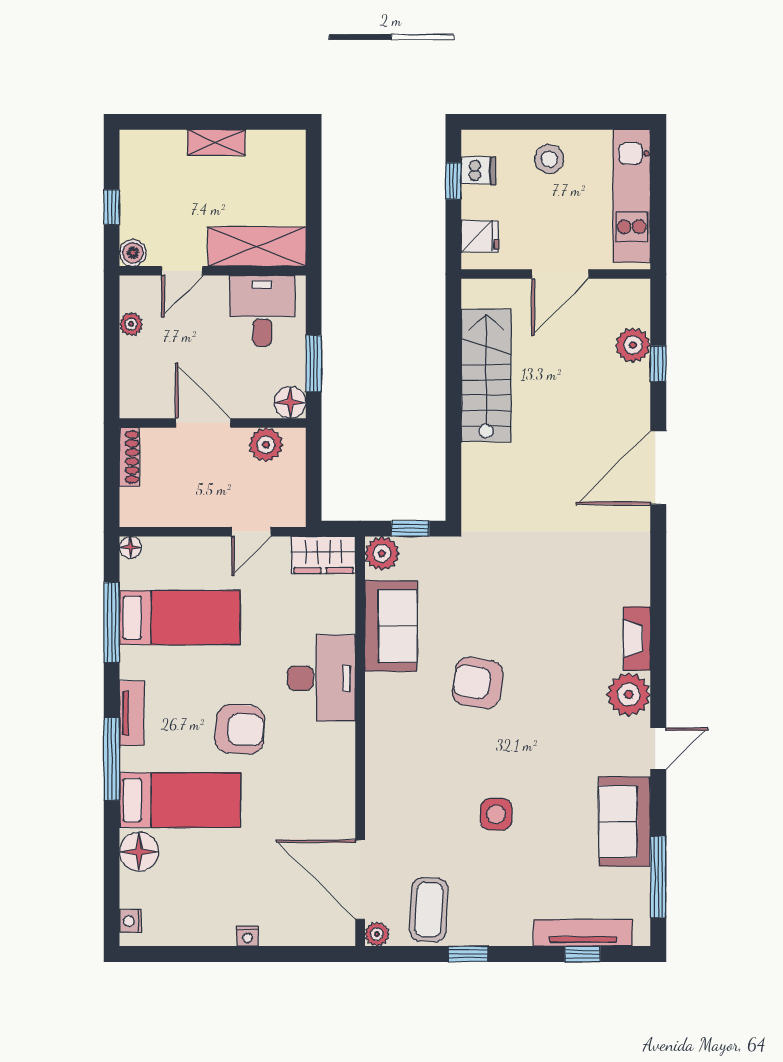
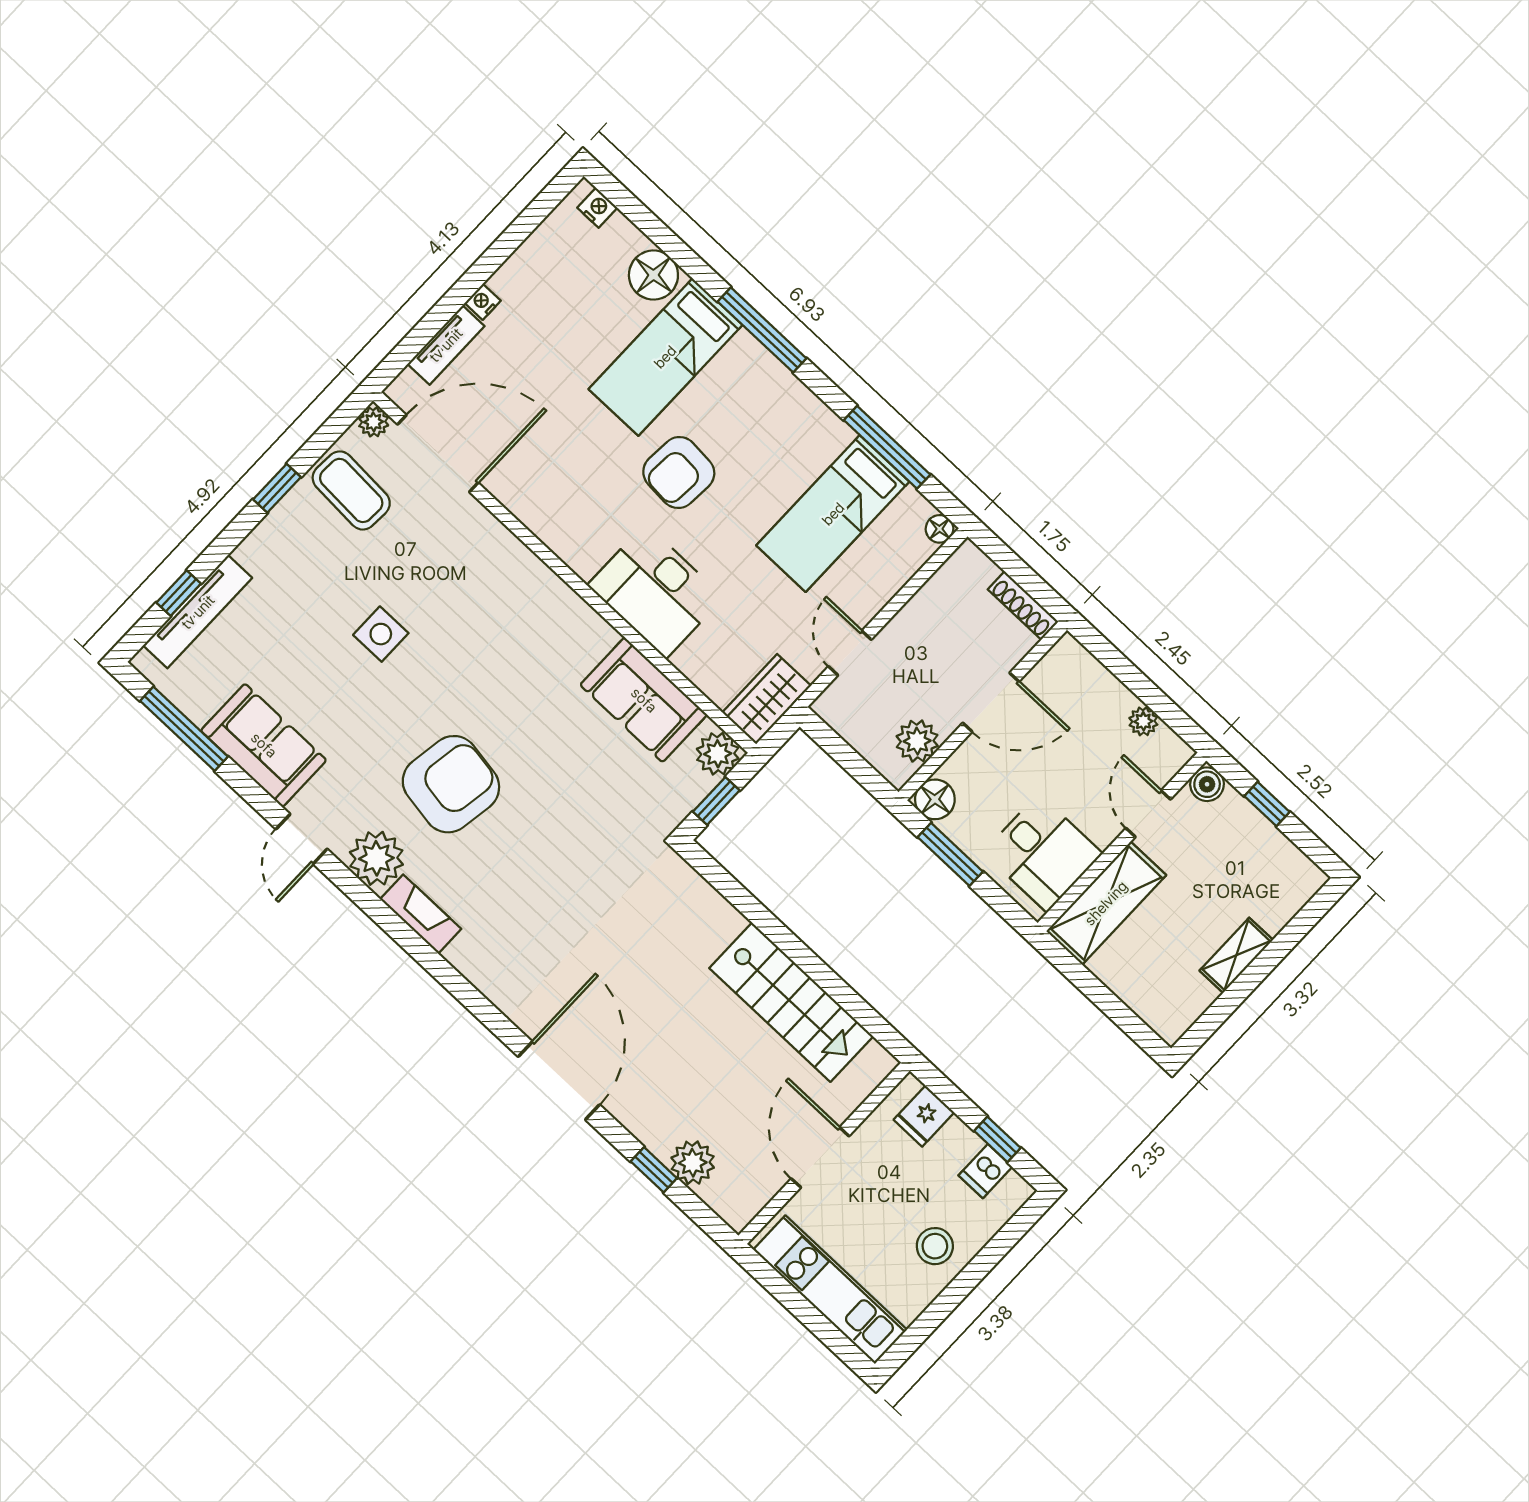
armchair: (478, 683) -> (451, 784), moved, width x1.36, depth x1.36
tv unit: (132, 713) -> (446, 345), moved, turned -90

